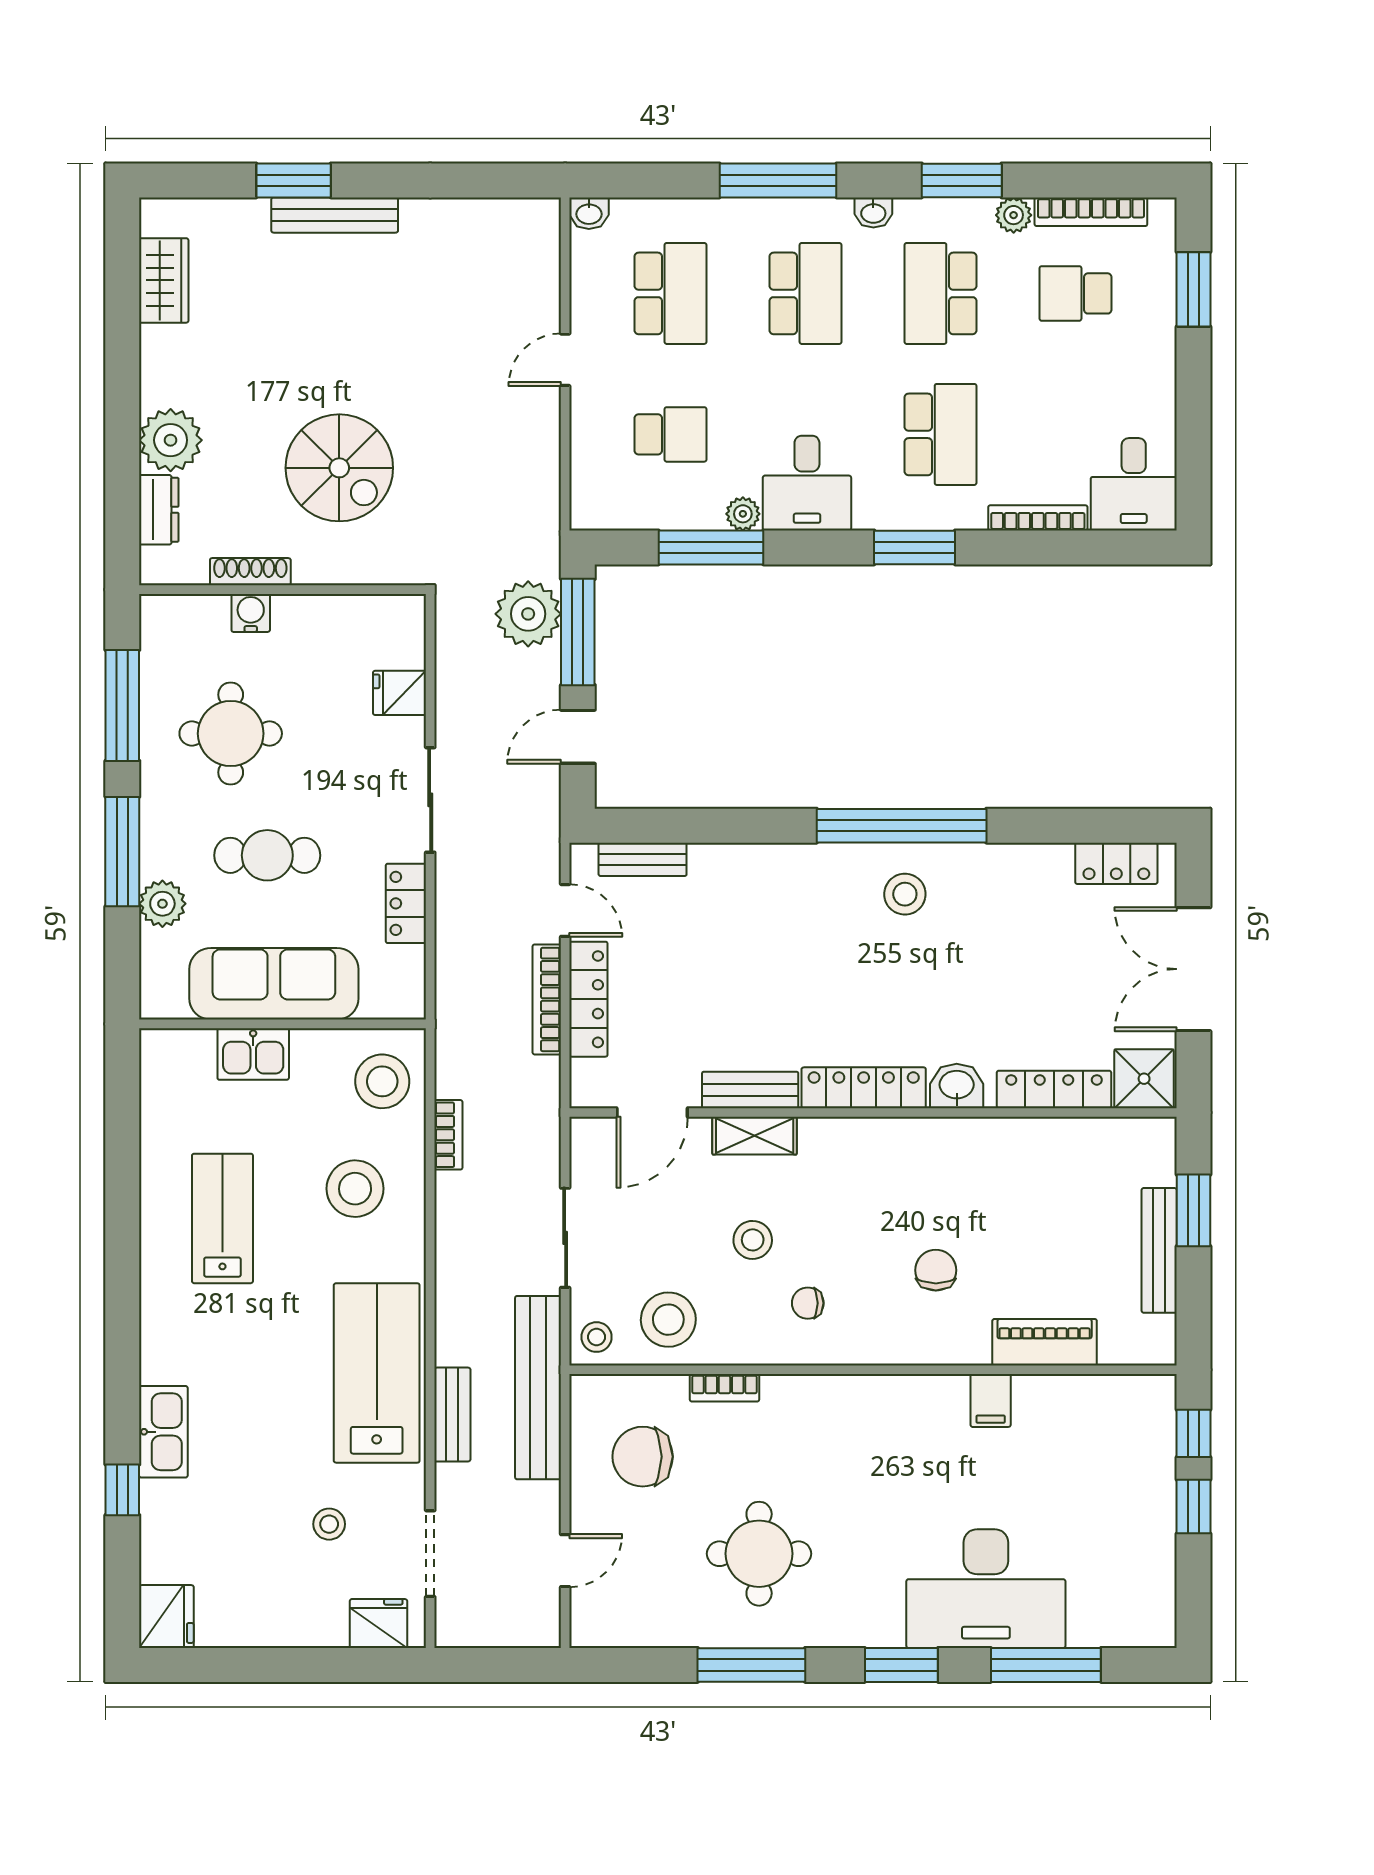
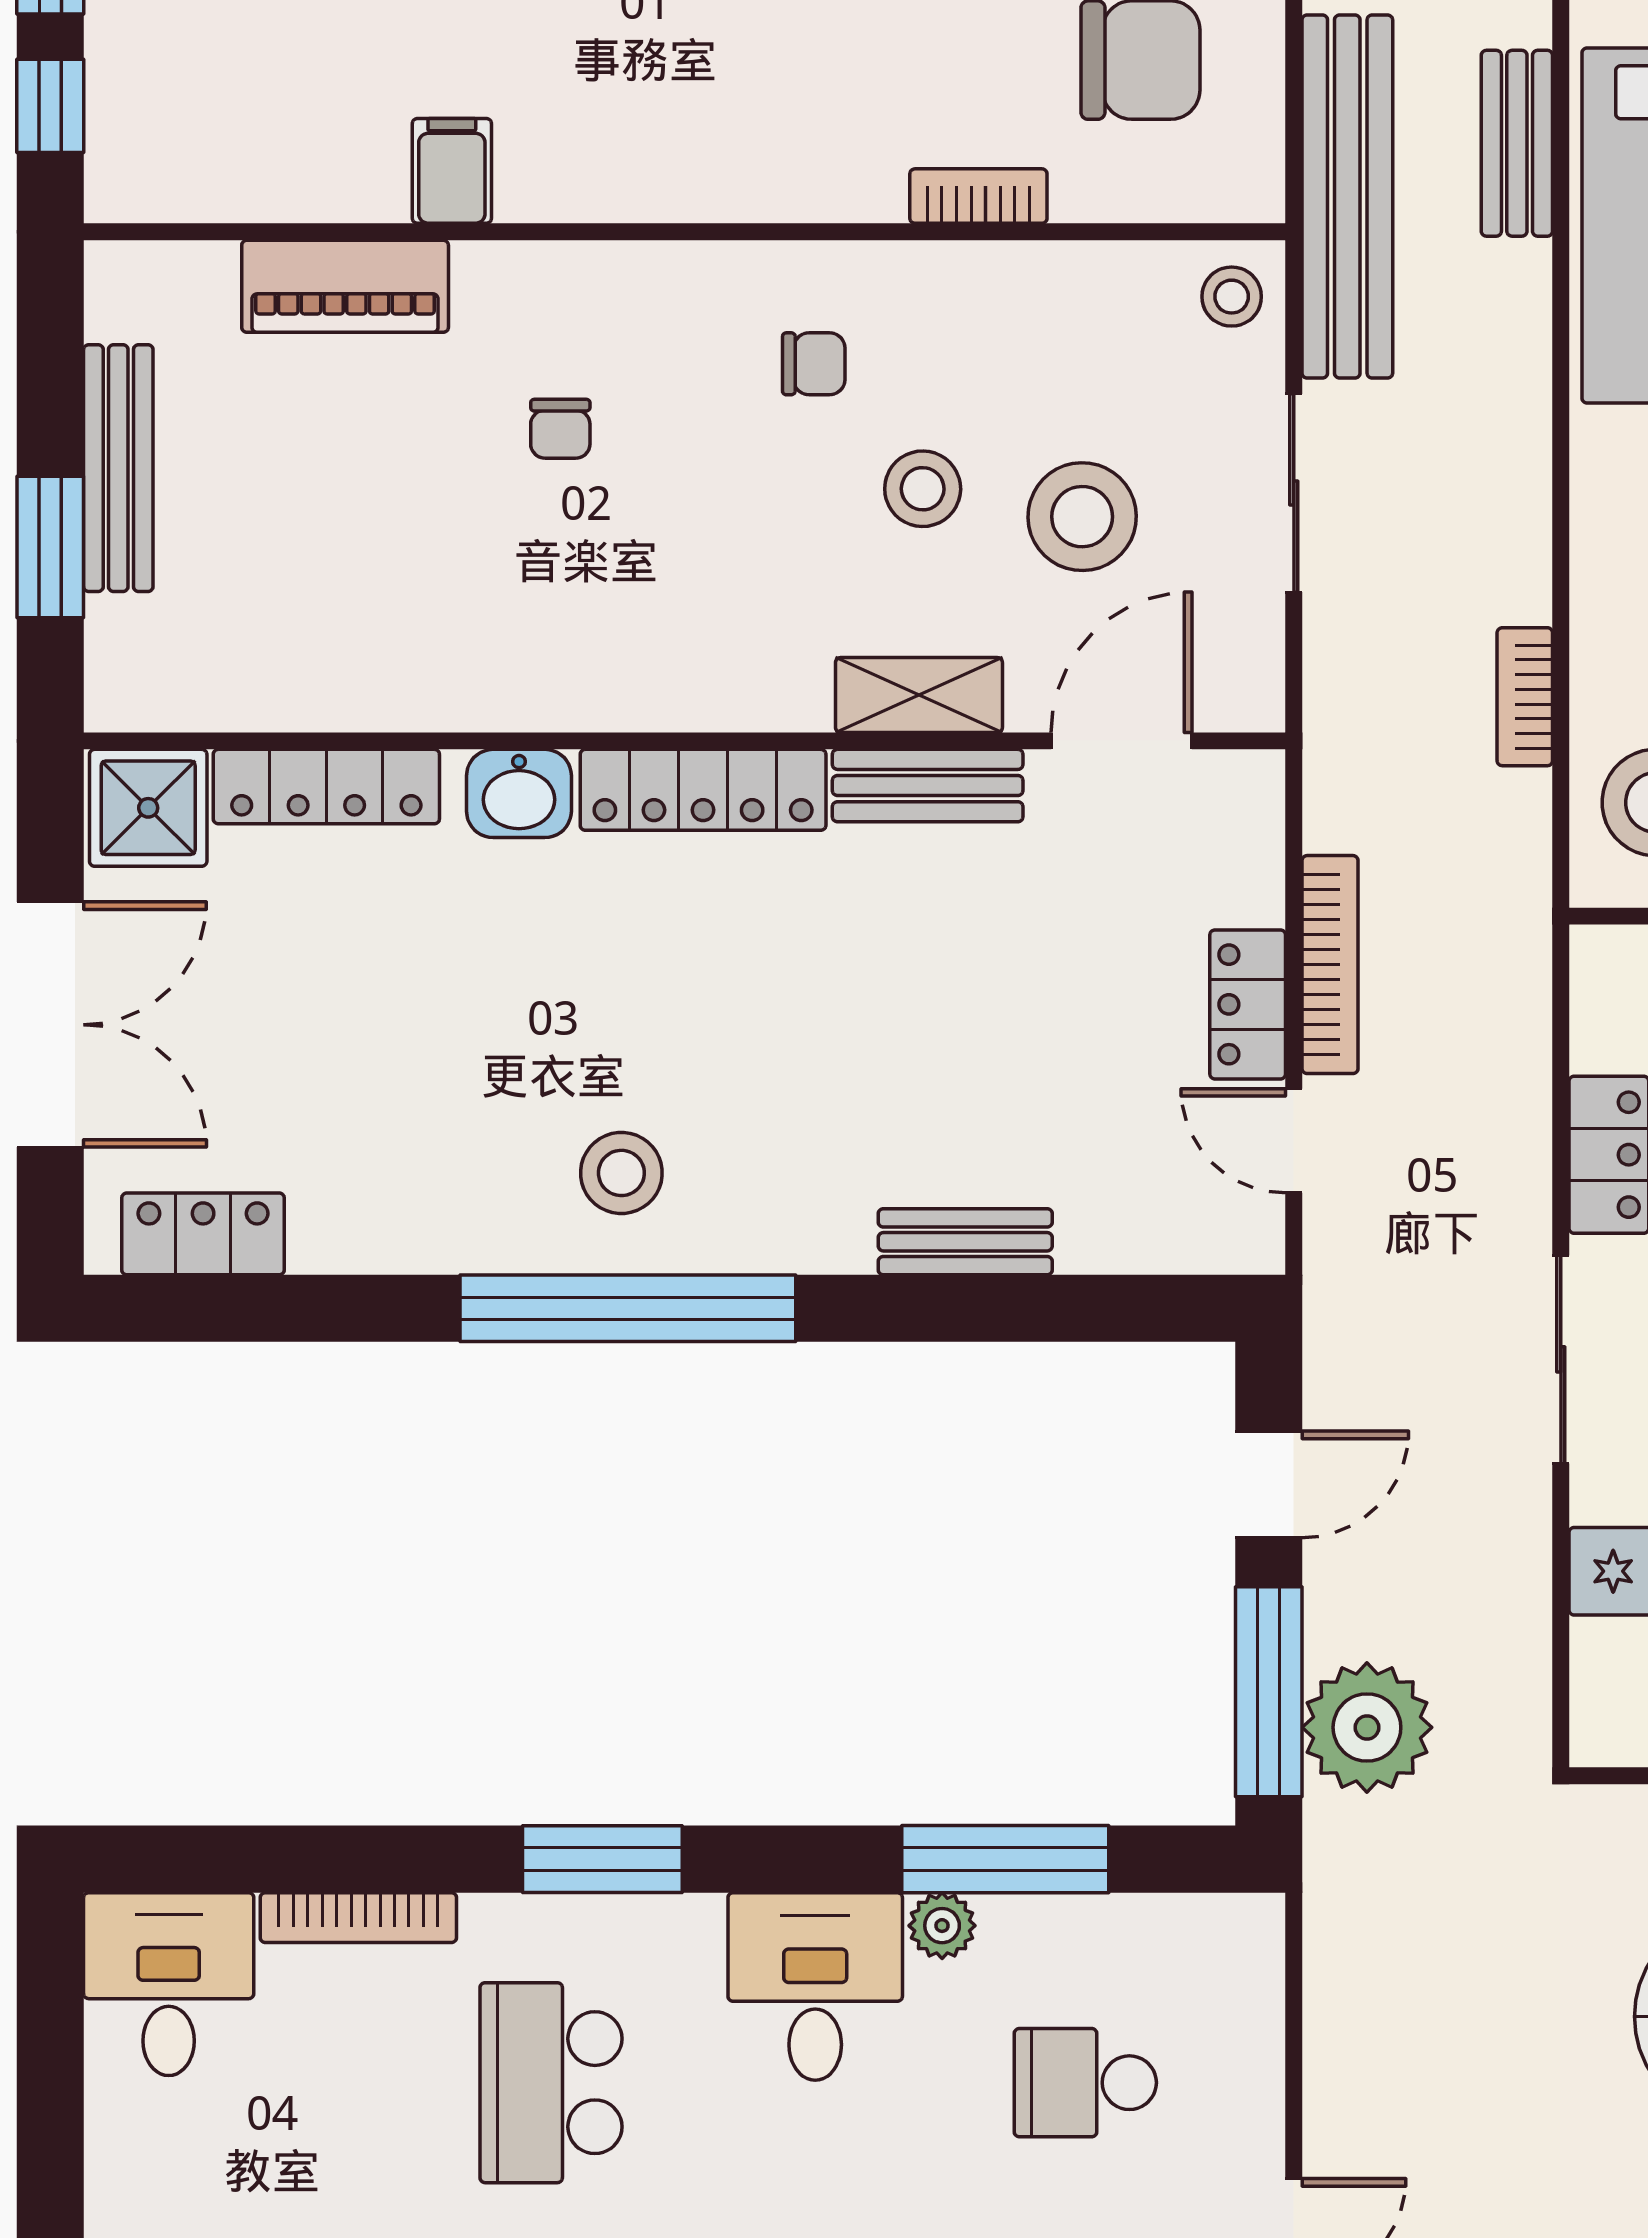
bench: (643, 859) -> (965, 1242), moved
locker: (588, 999) -> (1248, 1004), width x0.66
chair: (936, 1270) -> (560, 429), width x0.73, depth x0.73
stool: (668, 1320) -> (1082, 517), moved

